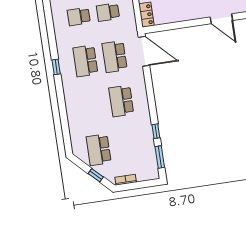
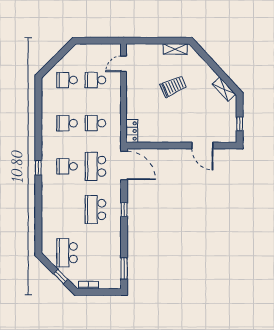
school desk: (85, 61) -> (67, 166), width x0.54
window: (156, 131) -> (124, 210), moved

